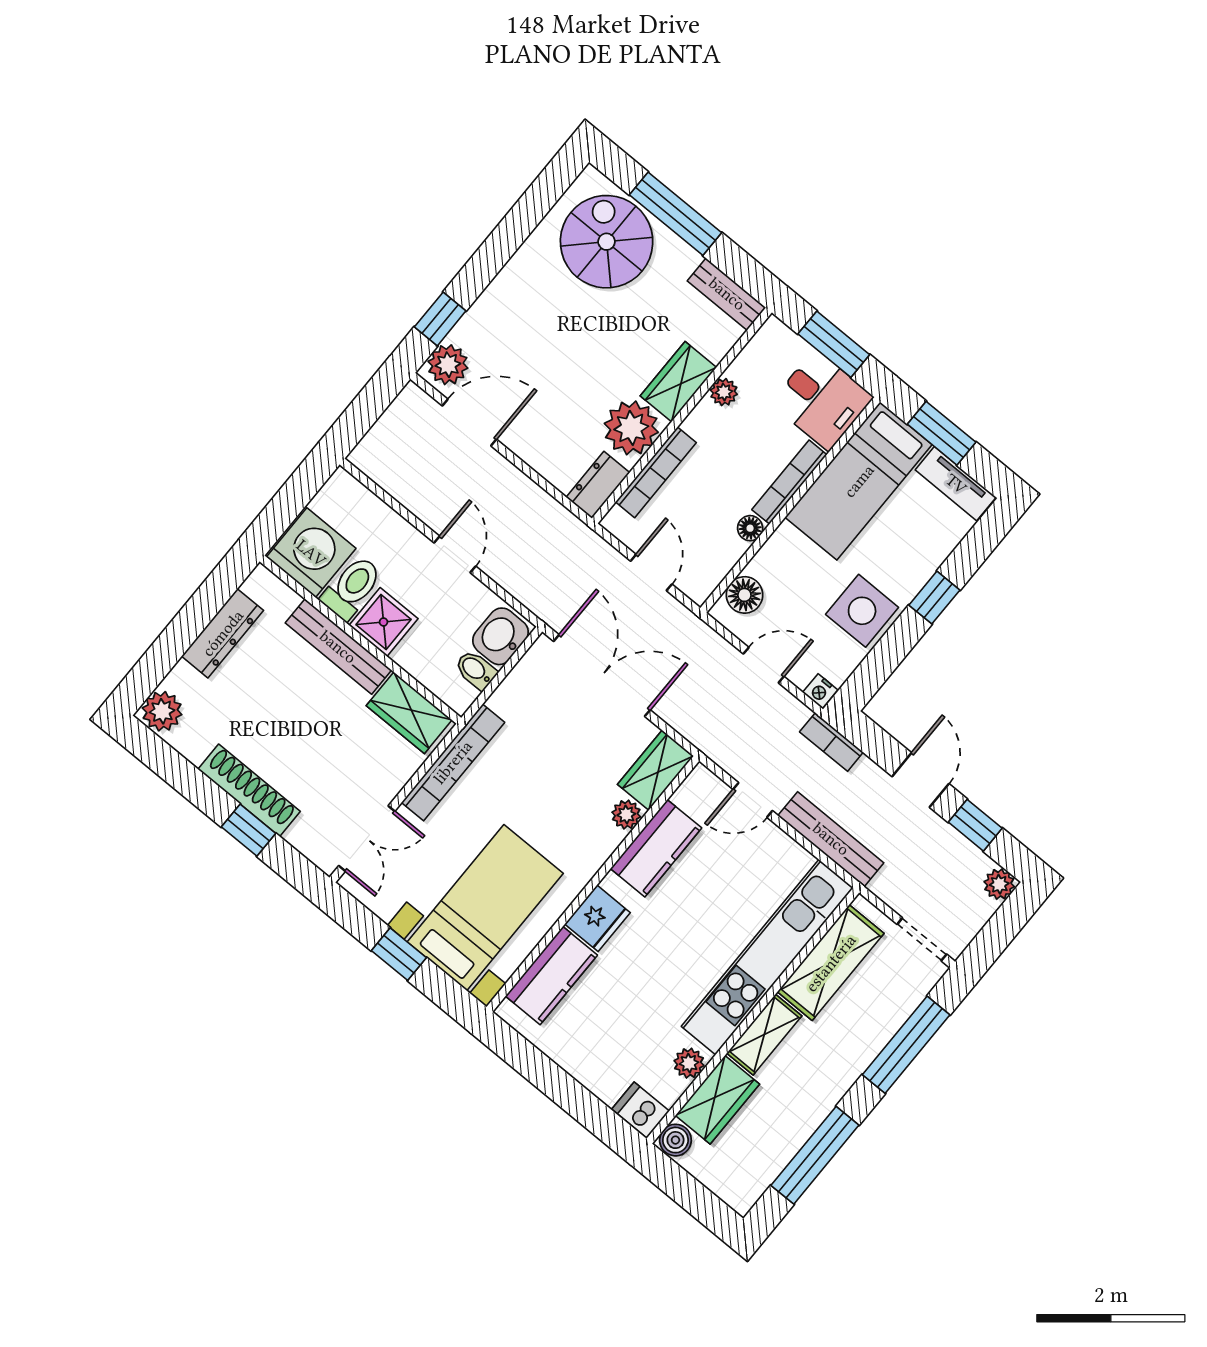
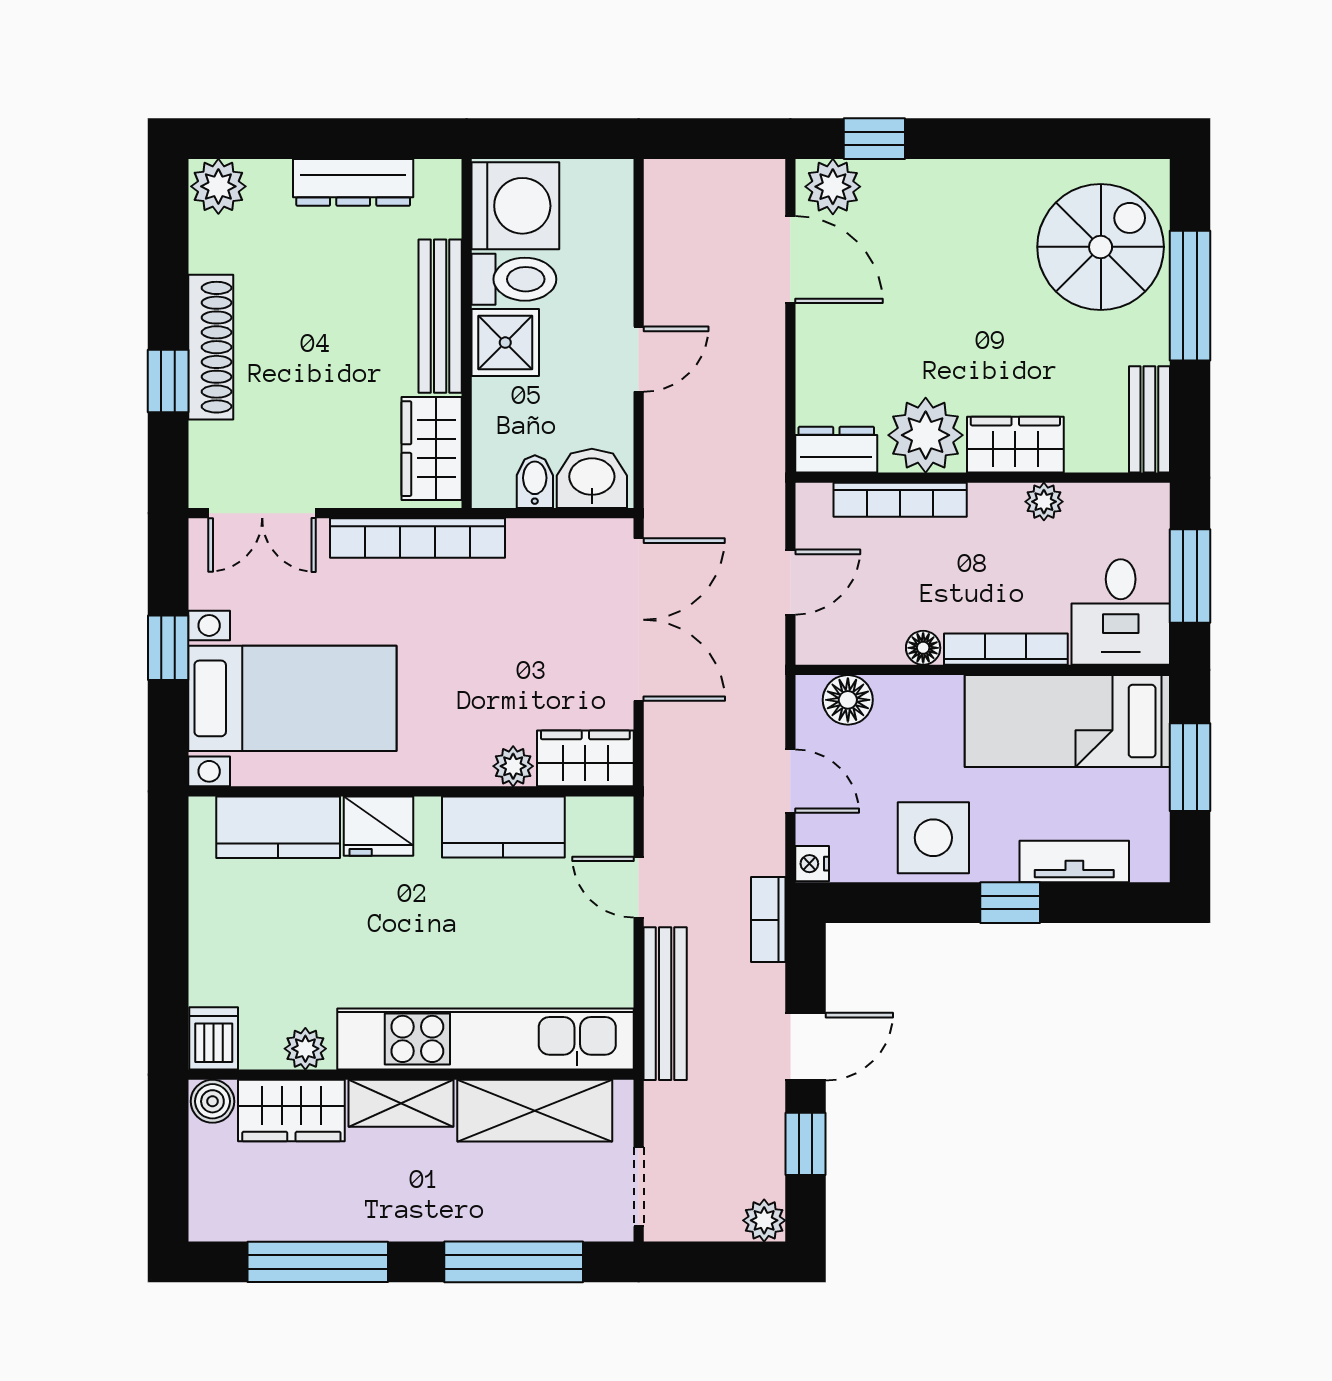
tv unit: (956, 484) -> (1074, 862), moved, turned 90

